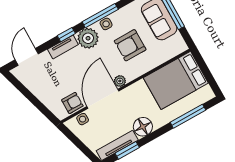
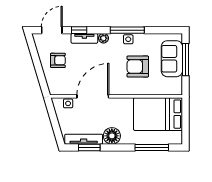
window: (66, 35) -> (79, 30), moved
plant: (88, 38) -> (104, 38), width x0.53, depth x0.53
plant: (120, 81) -> (114, 90), removed
armchair: (72, 103) -> (58, 60), moved

